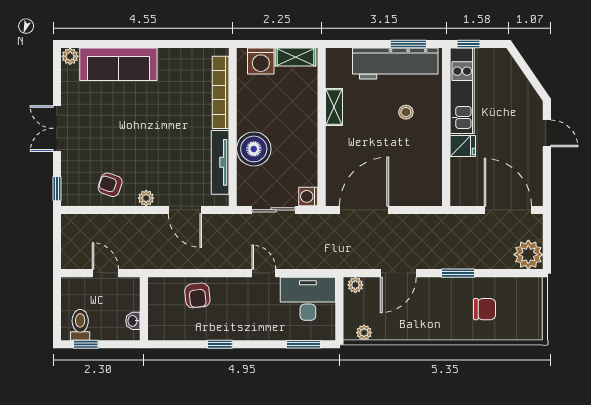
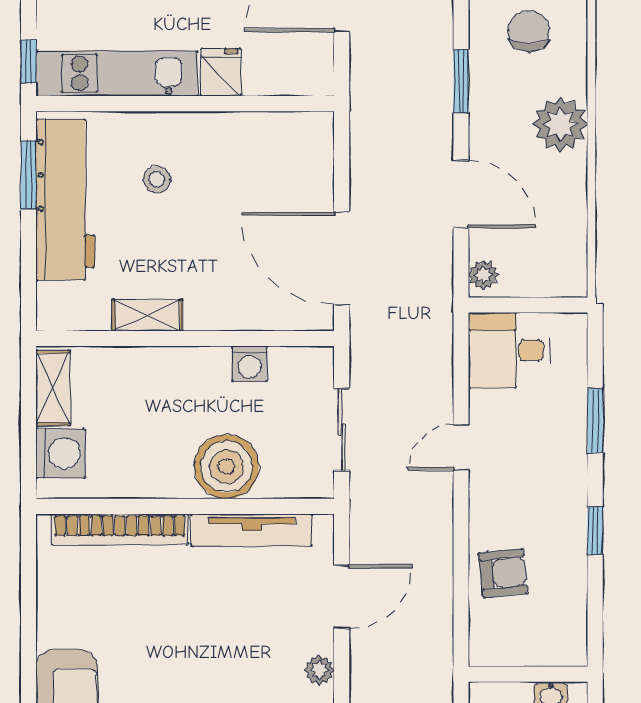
washing machine: (308, 196) -> (250, 364), moved
desk: (308, 299) -> (509, 350), width x0.73
plant: (364, 333) -> (560, 124), moved, width x1.88, depth x1.88
window: (303, 344) -> (595, 421), moved

